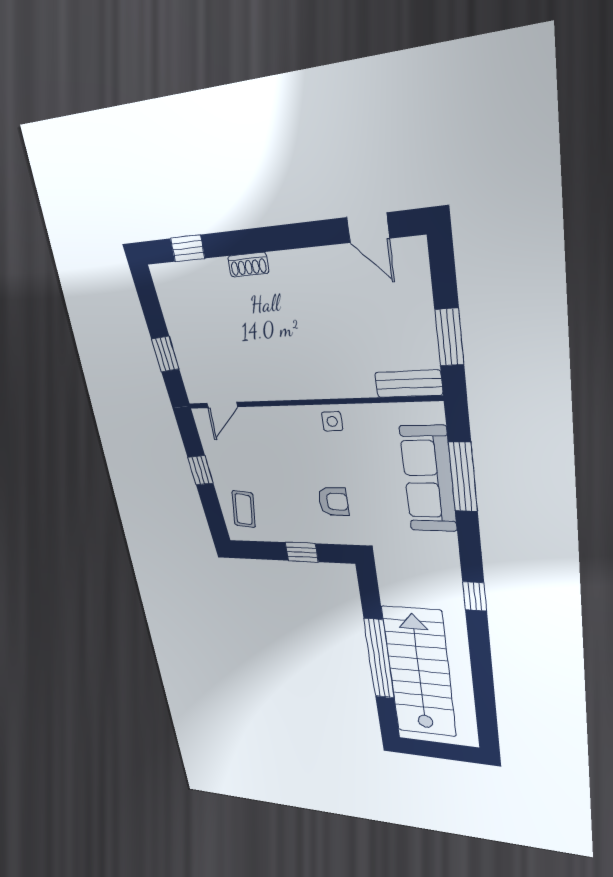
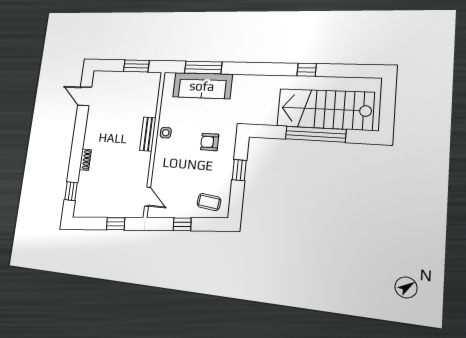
door: (368, 228) -> (85, 96), swing flipped
bench: (409, 384) -> (148, 134), moved
armchair: (333, 502) -> (210, 142), turned -90
window: (475, 596) -> (307, 70), moved

